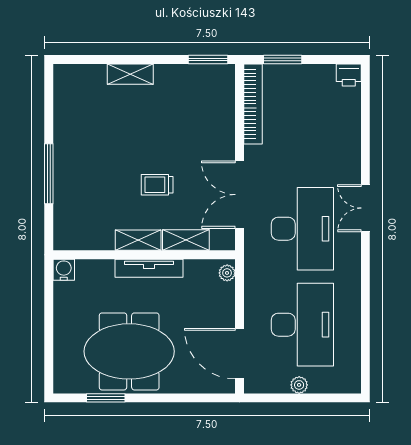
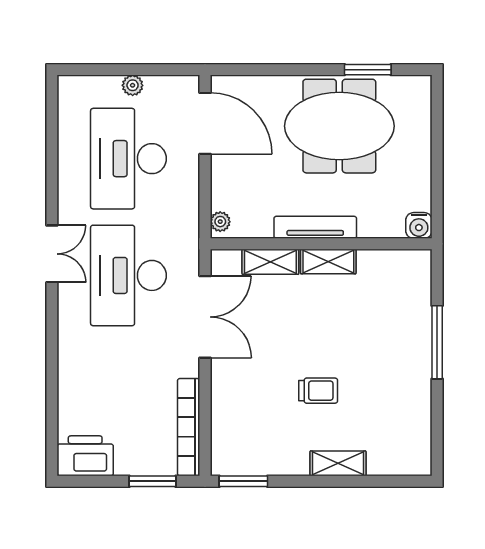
printer: (349, 75) -> (85, 456), width x1.87, depth x1.48
trolley: (157, 185) -> (318, 391), moved
double door: (365, 208) -> (52, 254), moved

